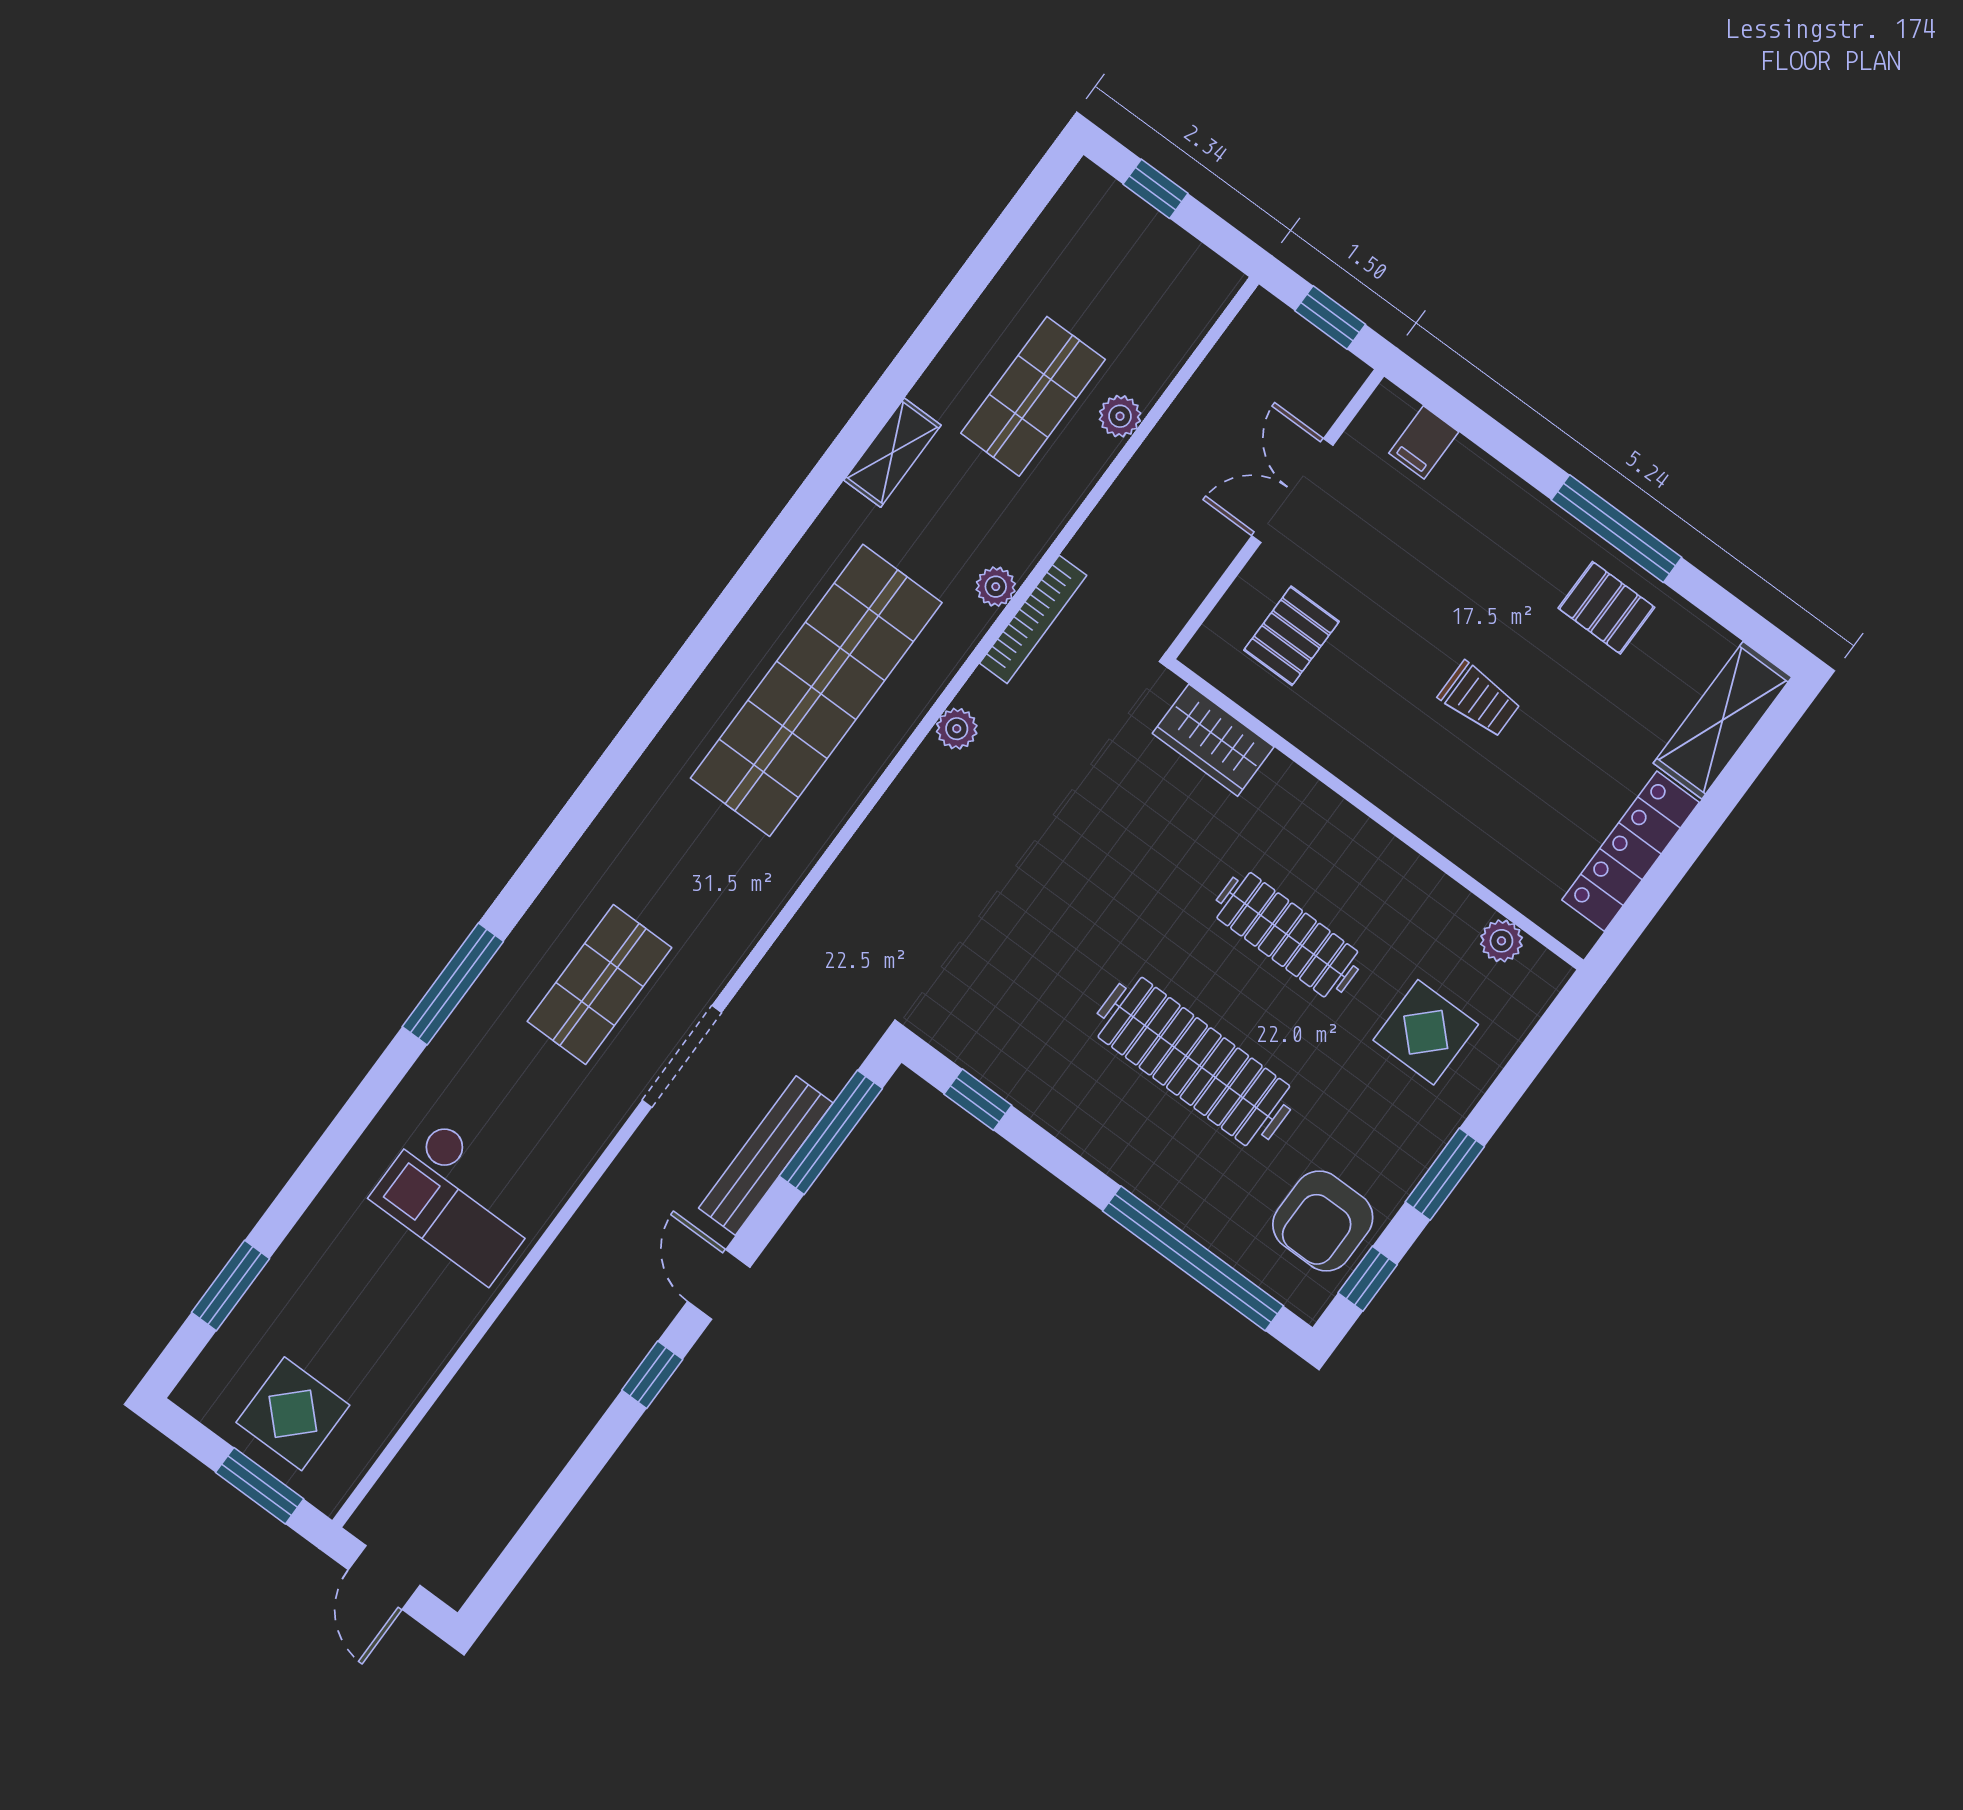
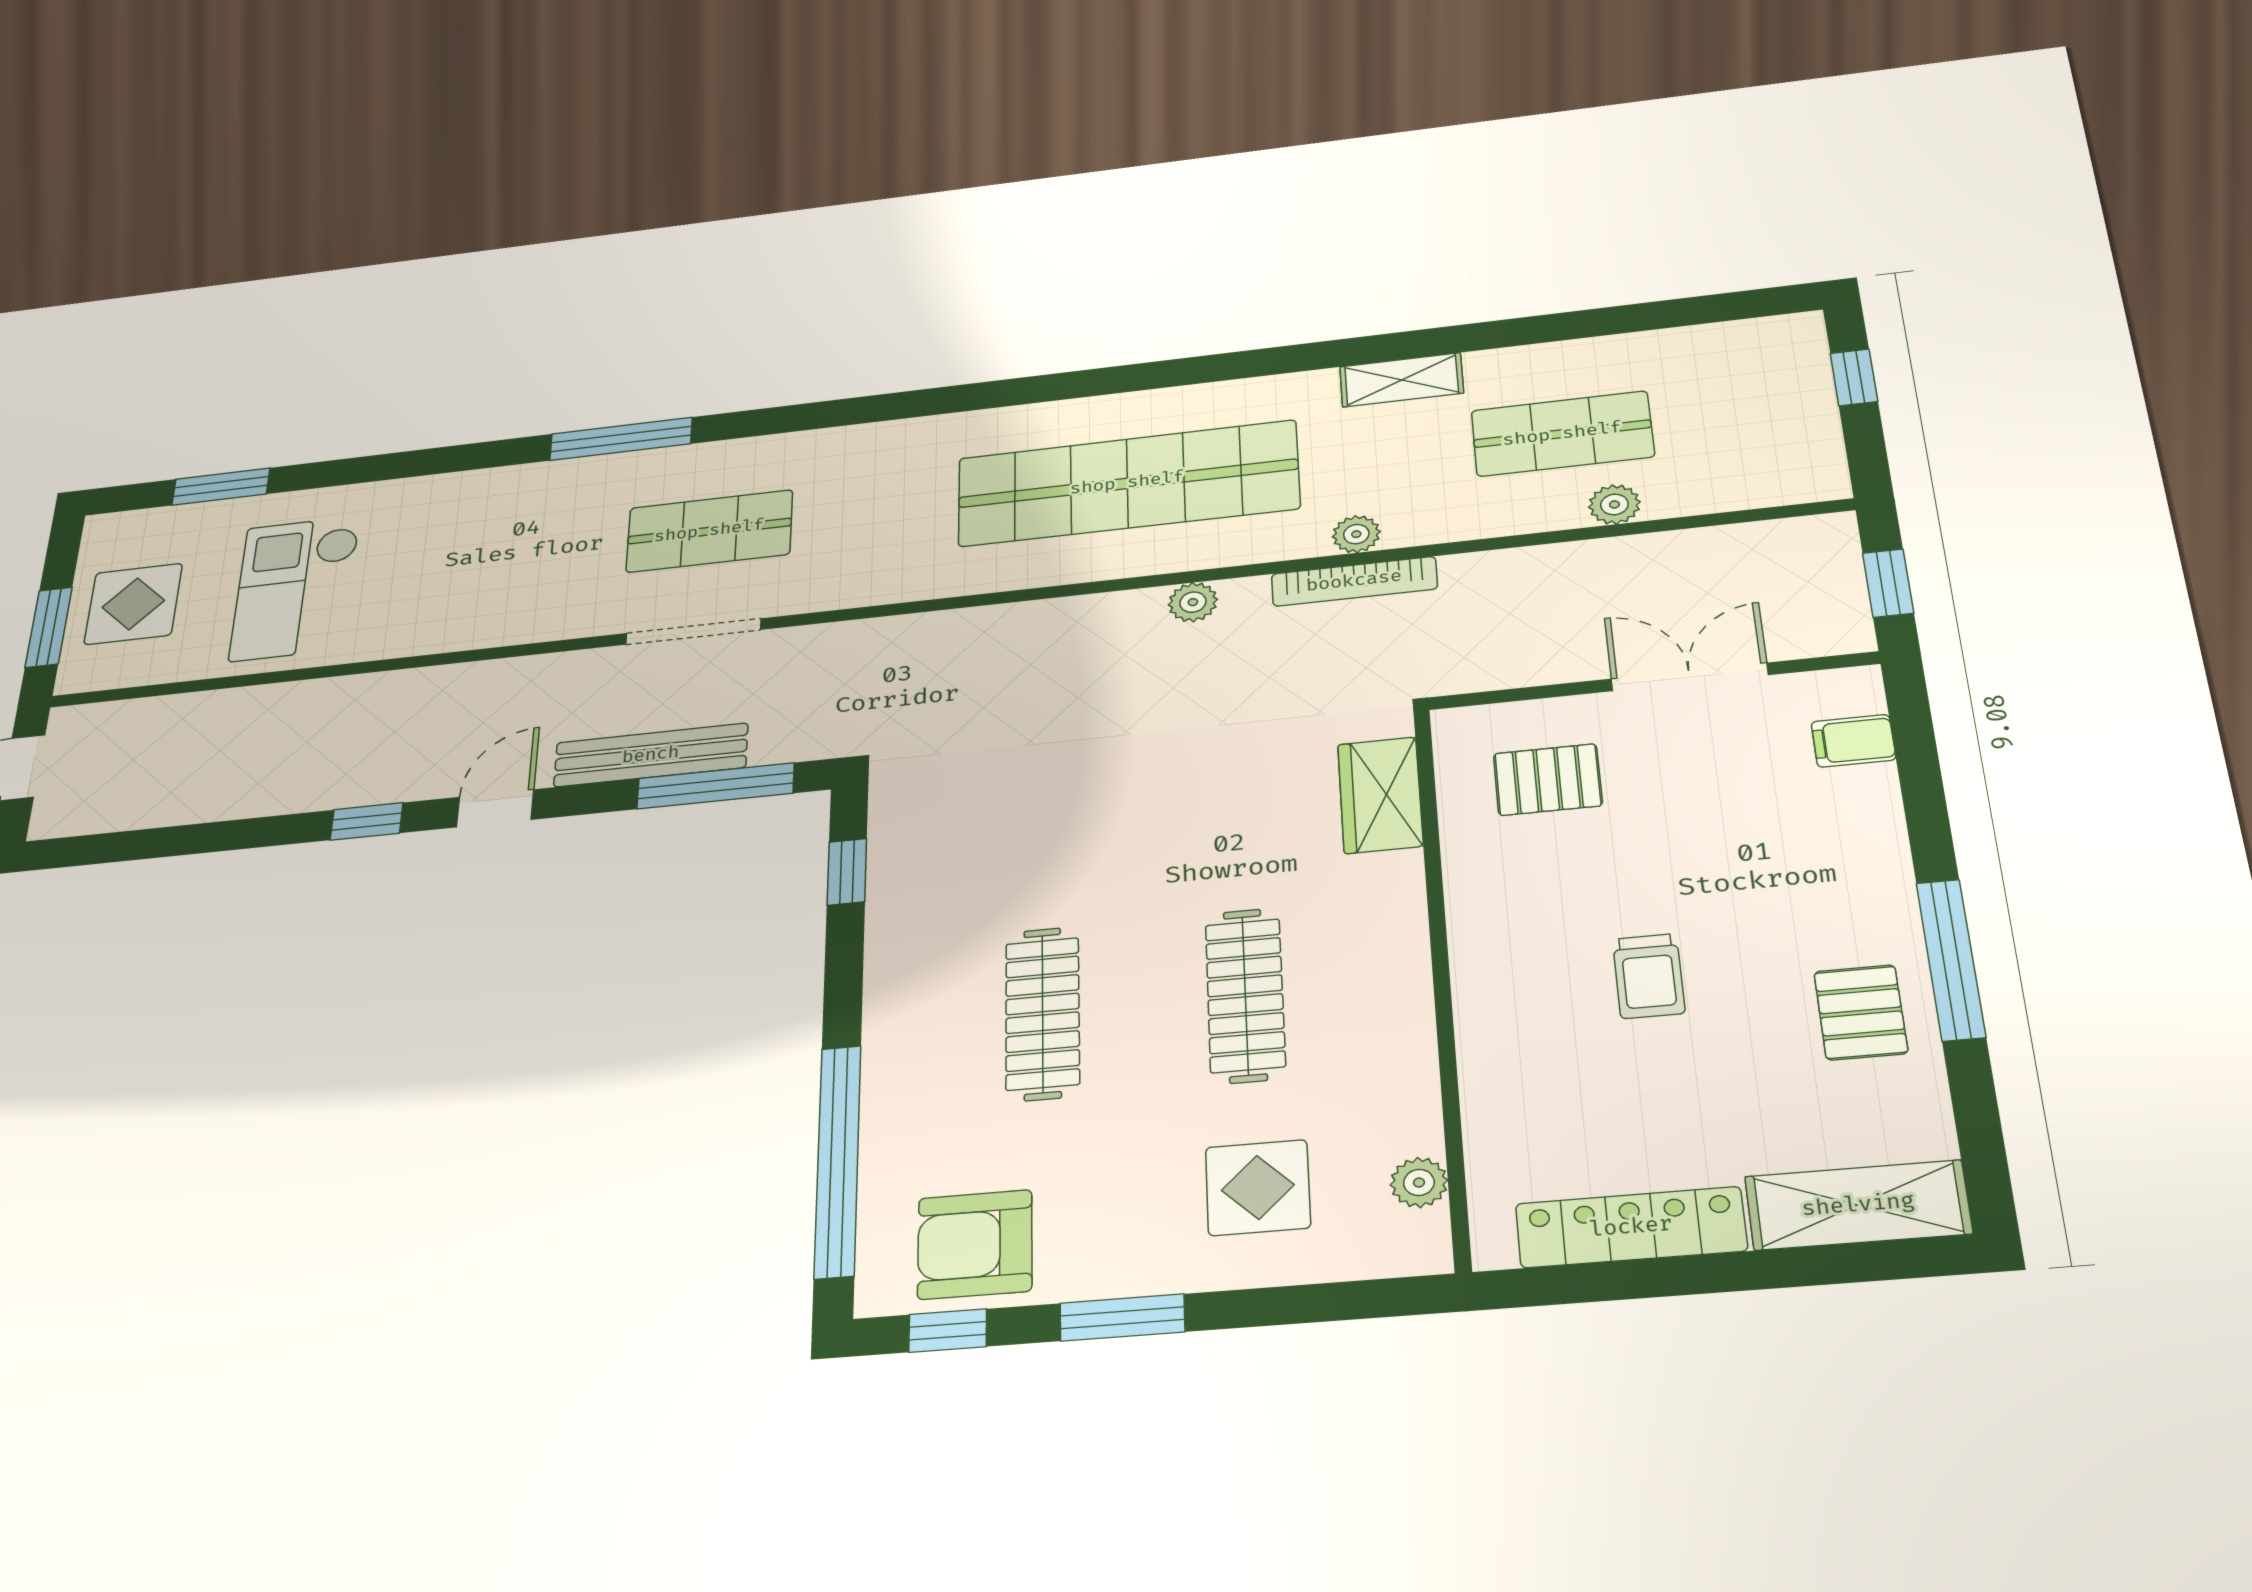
clothes rail: (1194, 1061) -> (1043, 1013), width x0.73, depth x0.76
checkout: (460, 1200) -> (295, 588), moved

